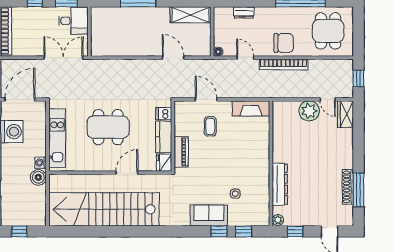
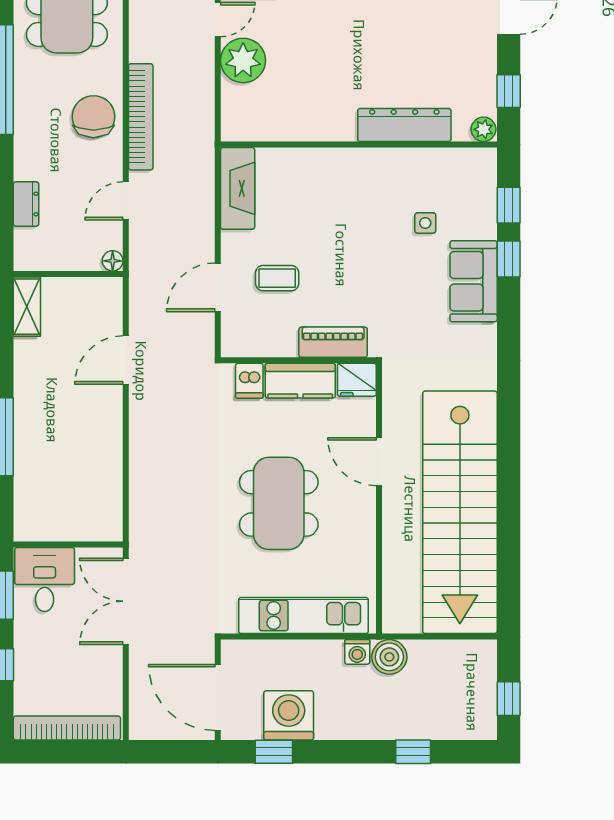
shelving: (191, 15) -> (27, 307), width x0.67, depth x0.75

